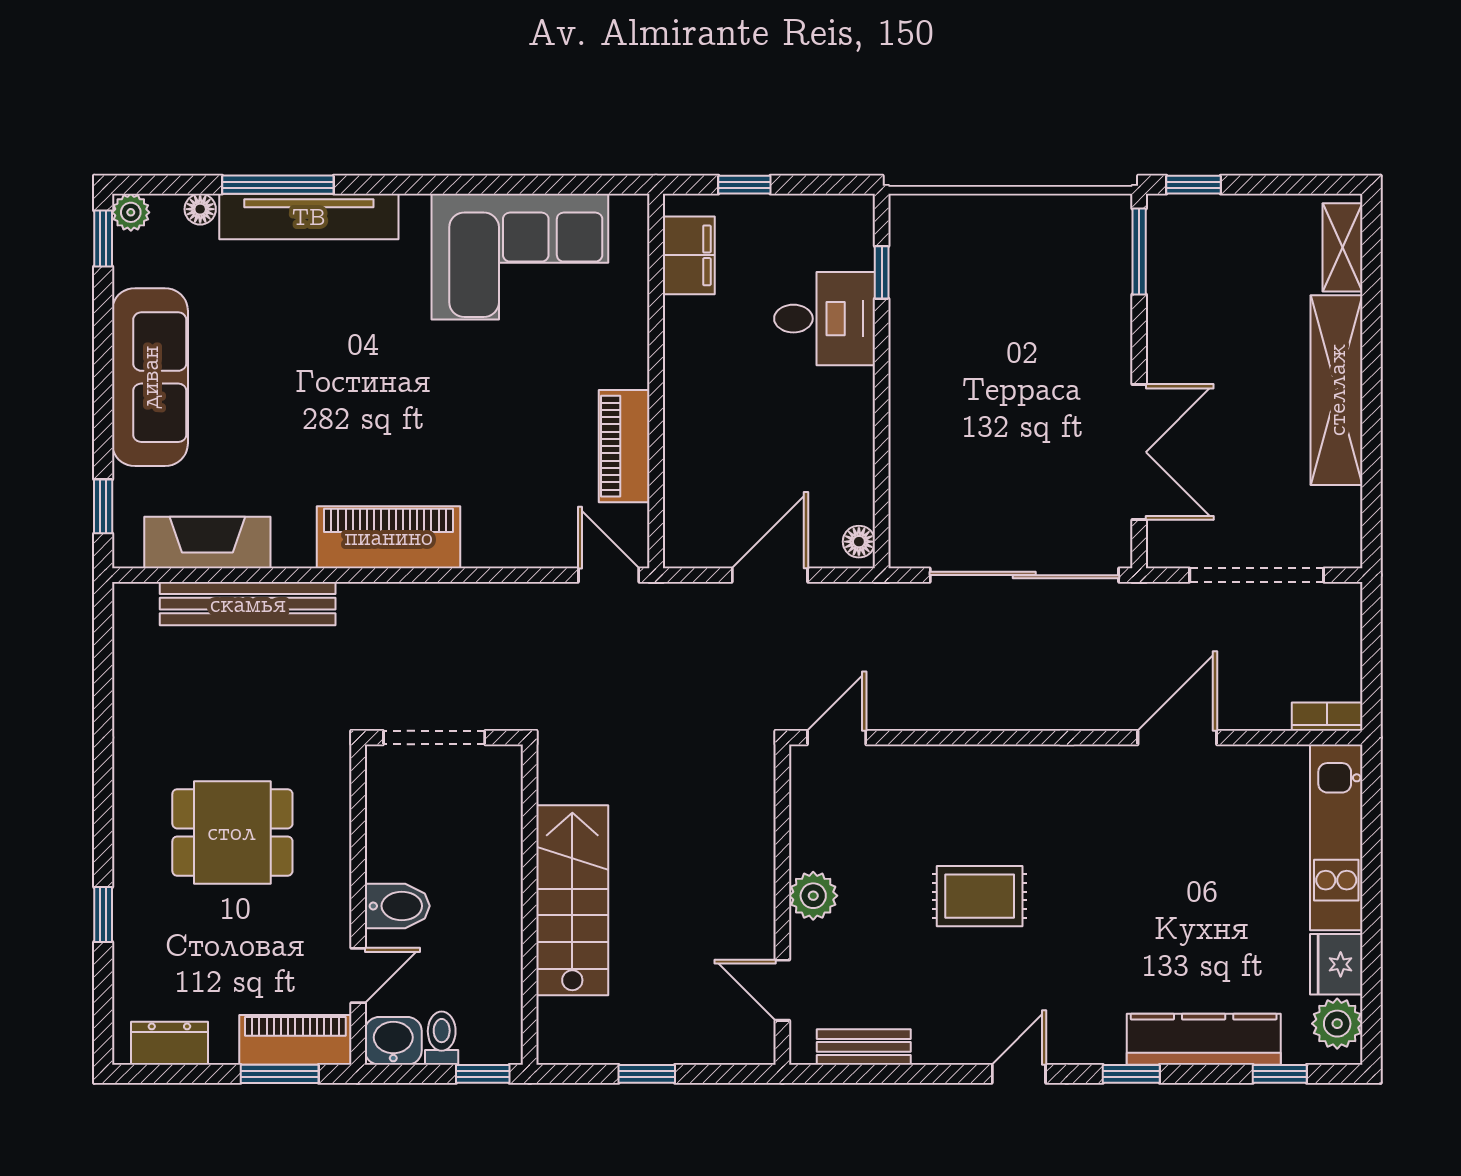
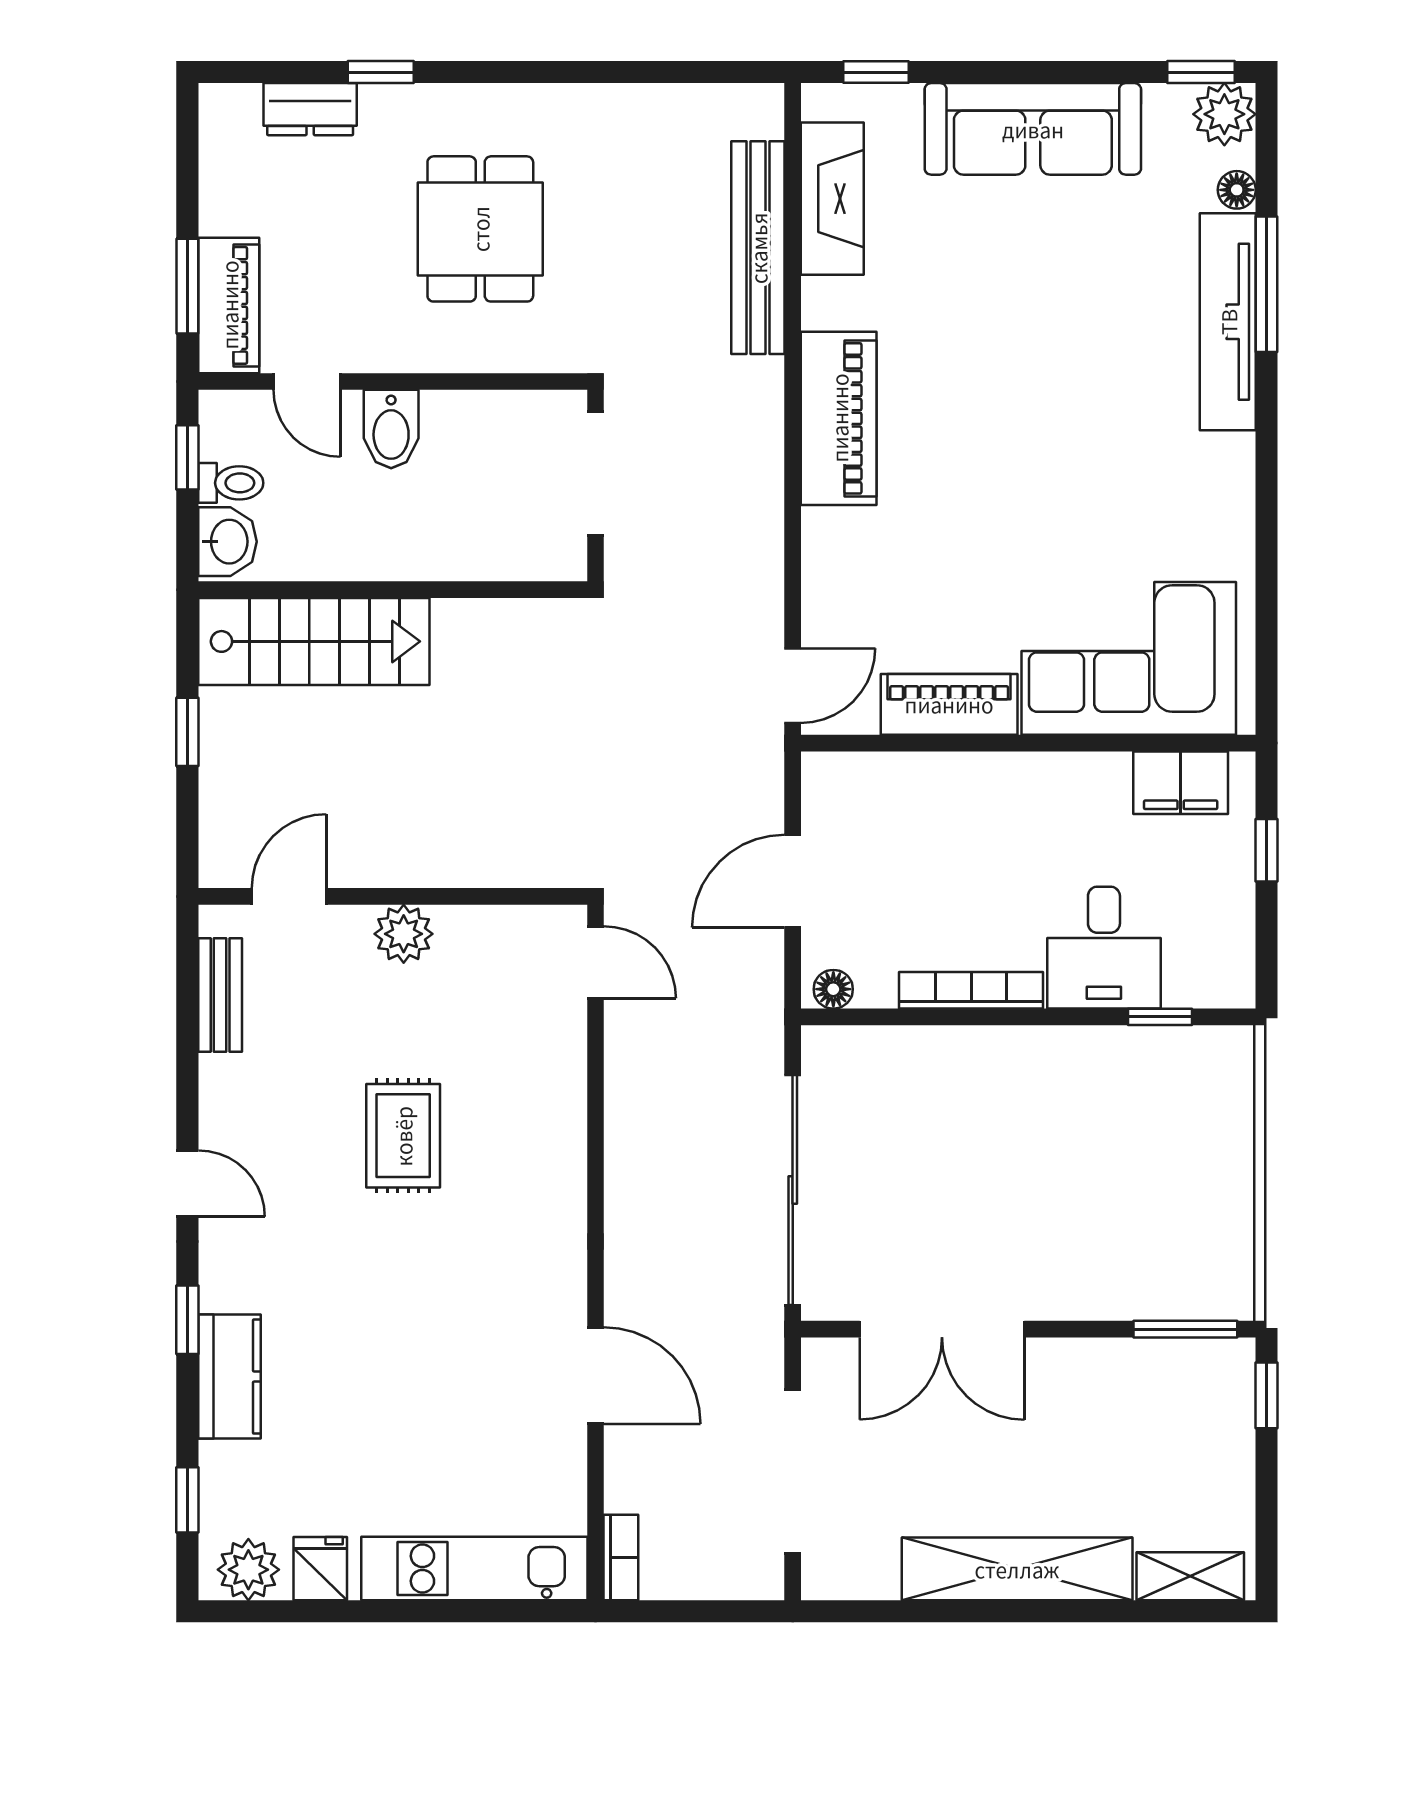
plant: (131, 212) -> (1224, 114), width x1.38, depth x1.38
corner sofa: (520, 257) -> (1129, 658), moved, turned 90
bookcase: (860, 428) -> (971, 990), added
door: (770, 575) -> (793, 881), swing flipped
stairs: (572, 900) -> (314, 641), moved
fridge: (1336, 964) -> (320, 1569), width x0.72
kitchen counter: (1204, 1039) -> (229, 1377), width x0.67
washbasin: (393, 1041) -> (227, 542), moved
dresser: (169, 1043) -> (310, 109), moved, turned 90
window: (483, 1074) -> (187, 457), moved

